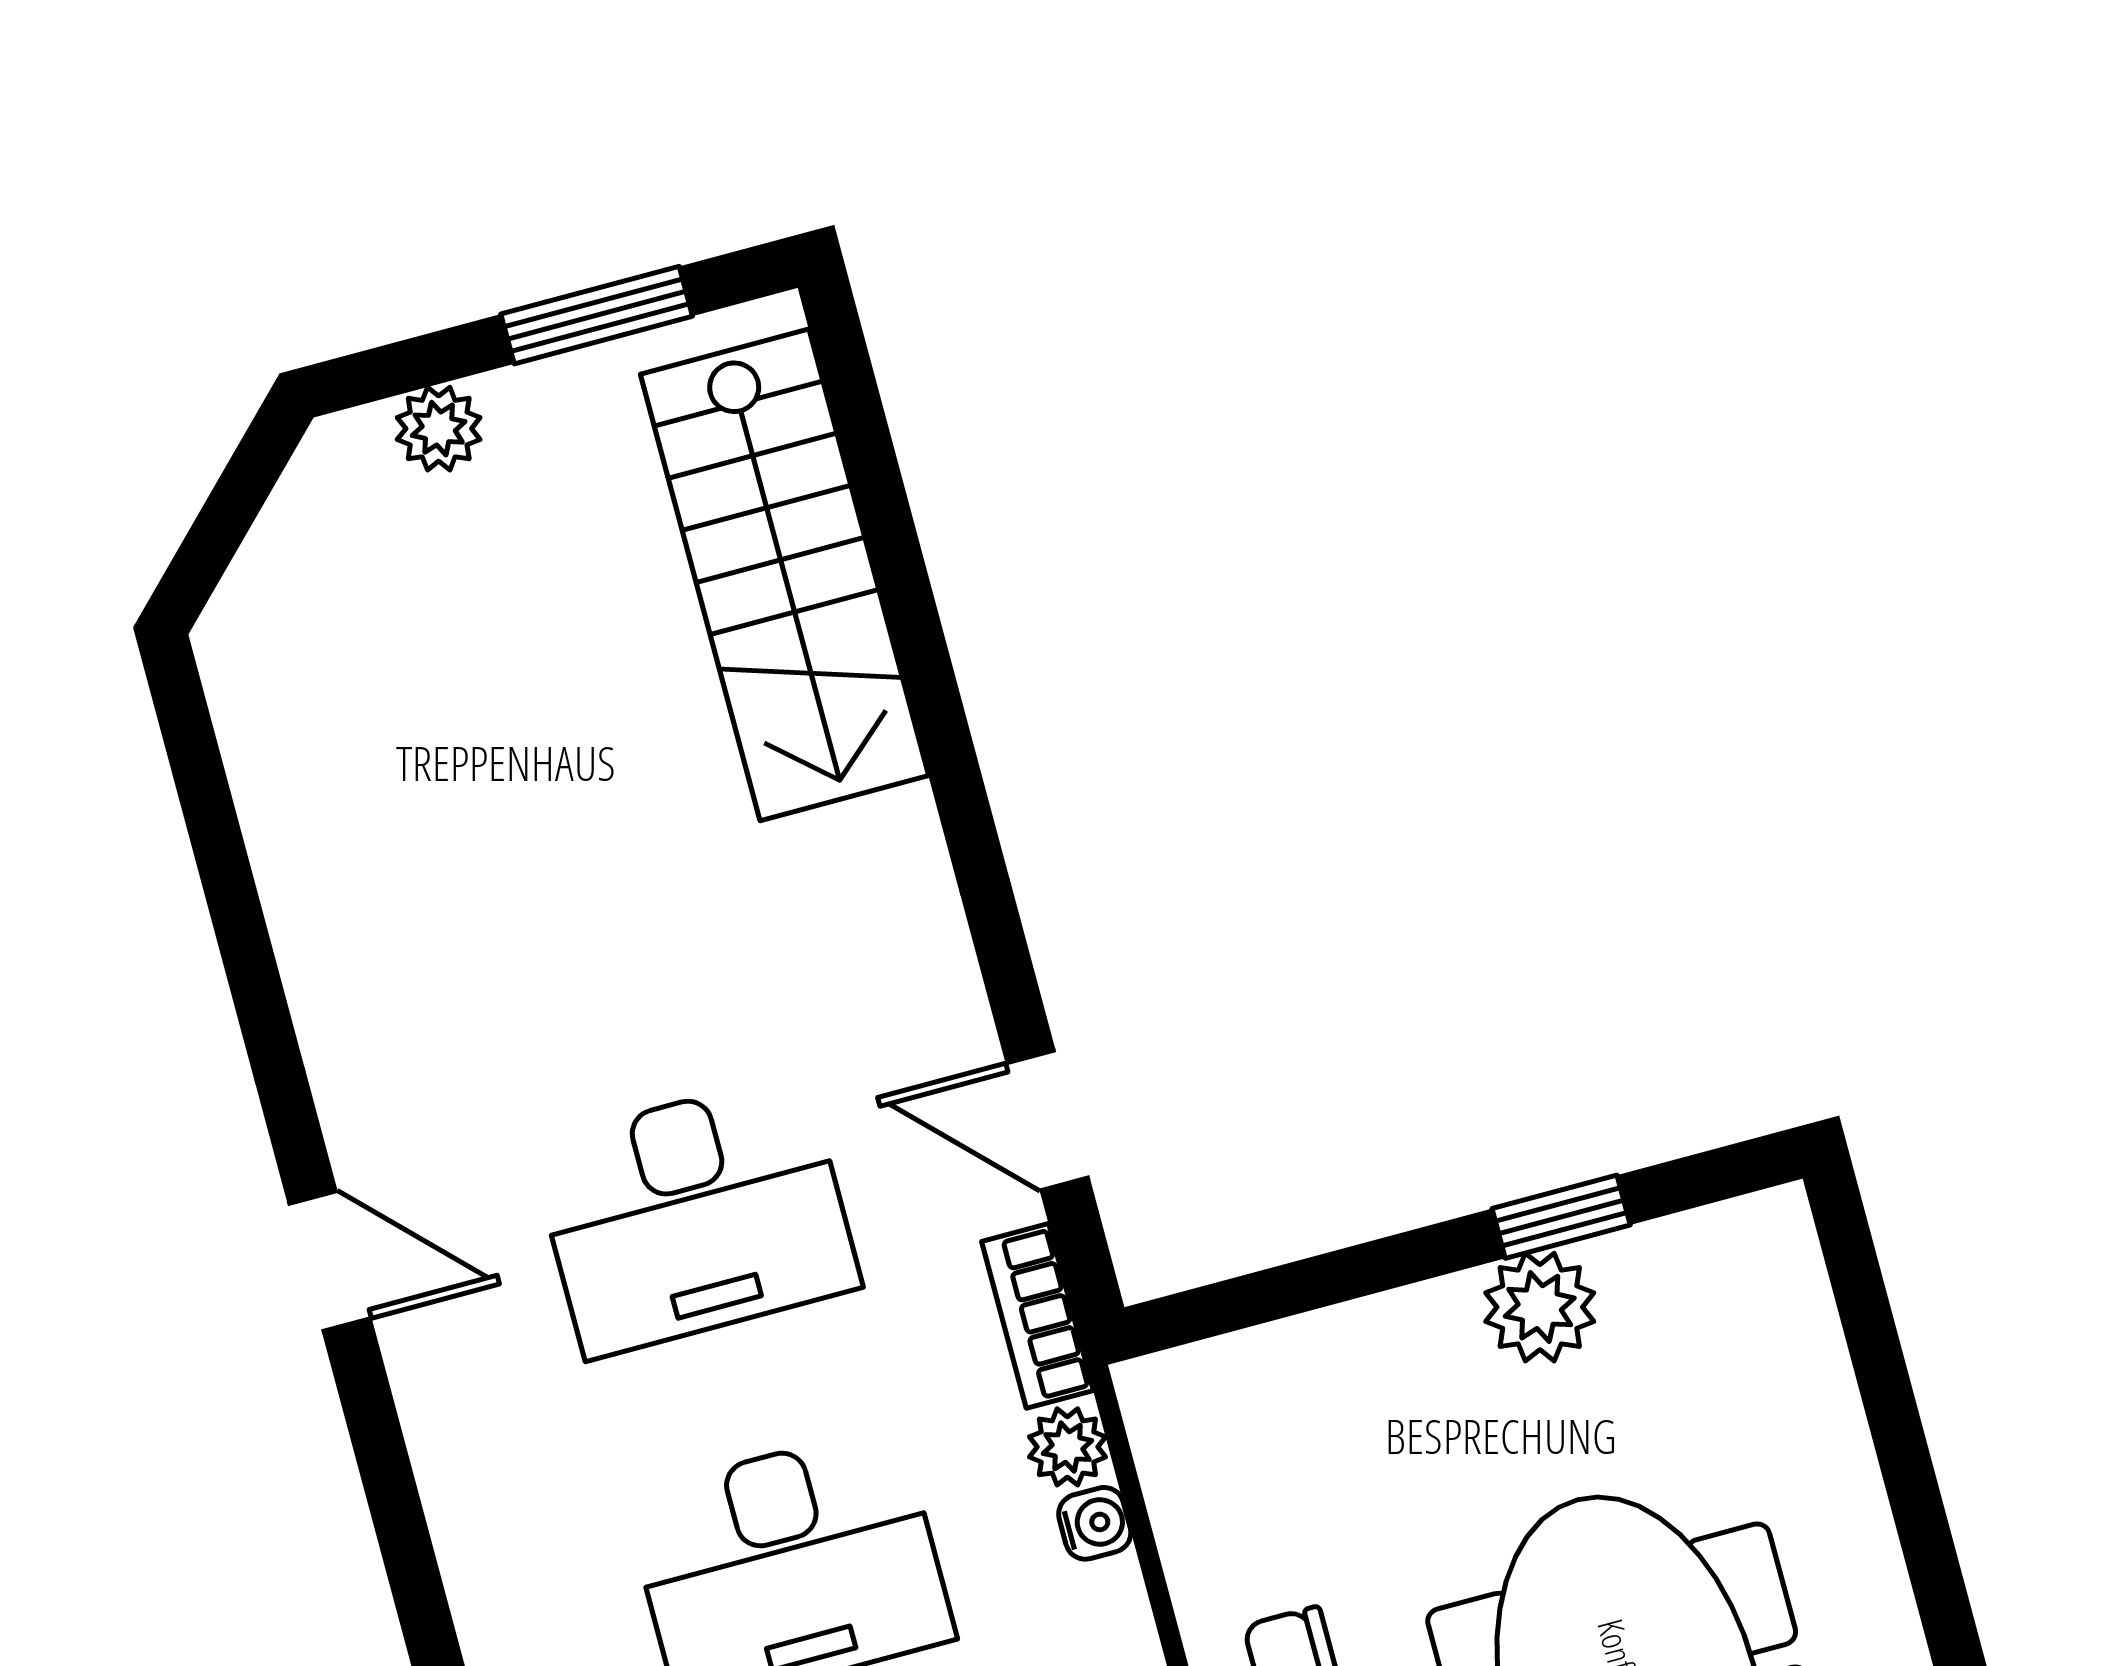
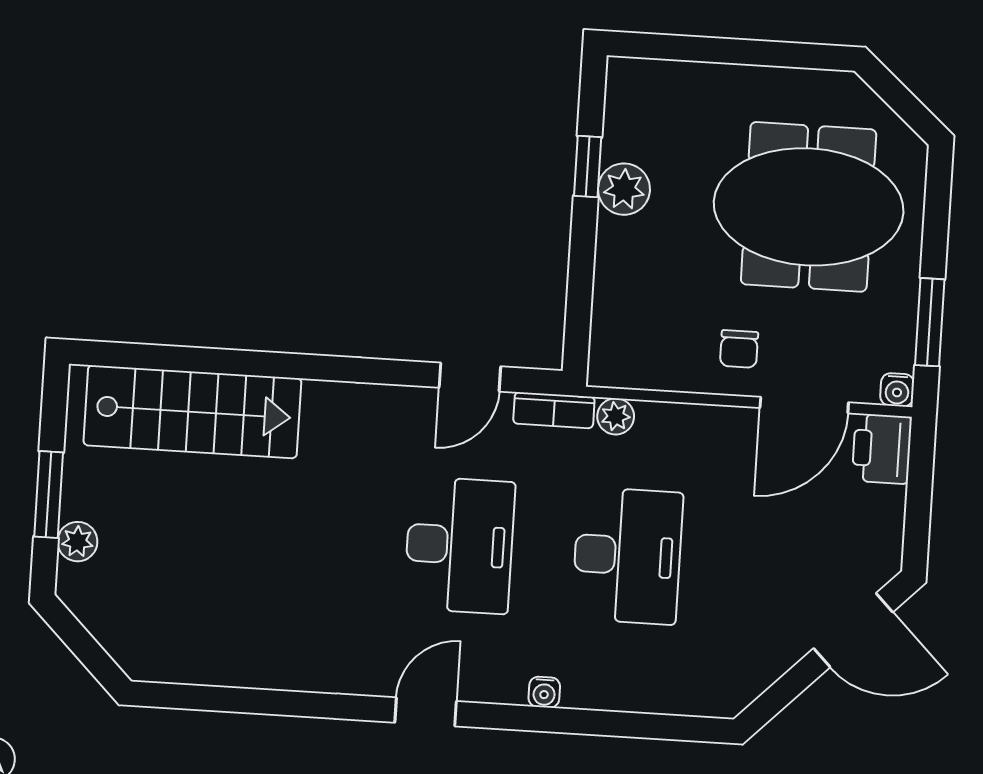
window: (597, 315) -> (49, 495), moved
water cooler: (1095, 1523) -> (544, 692), moved, turned 180

